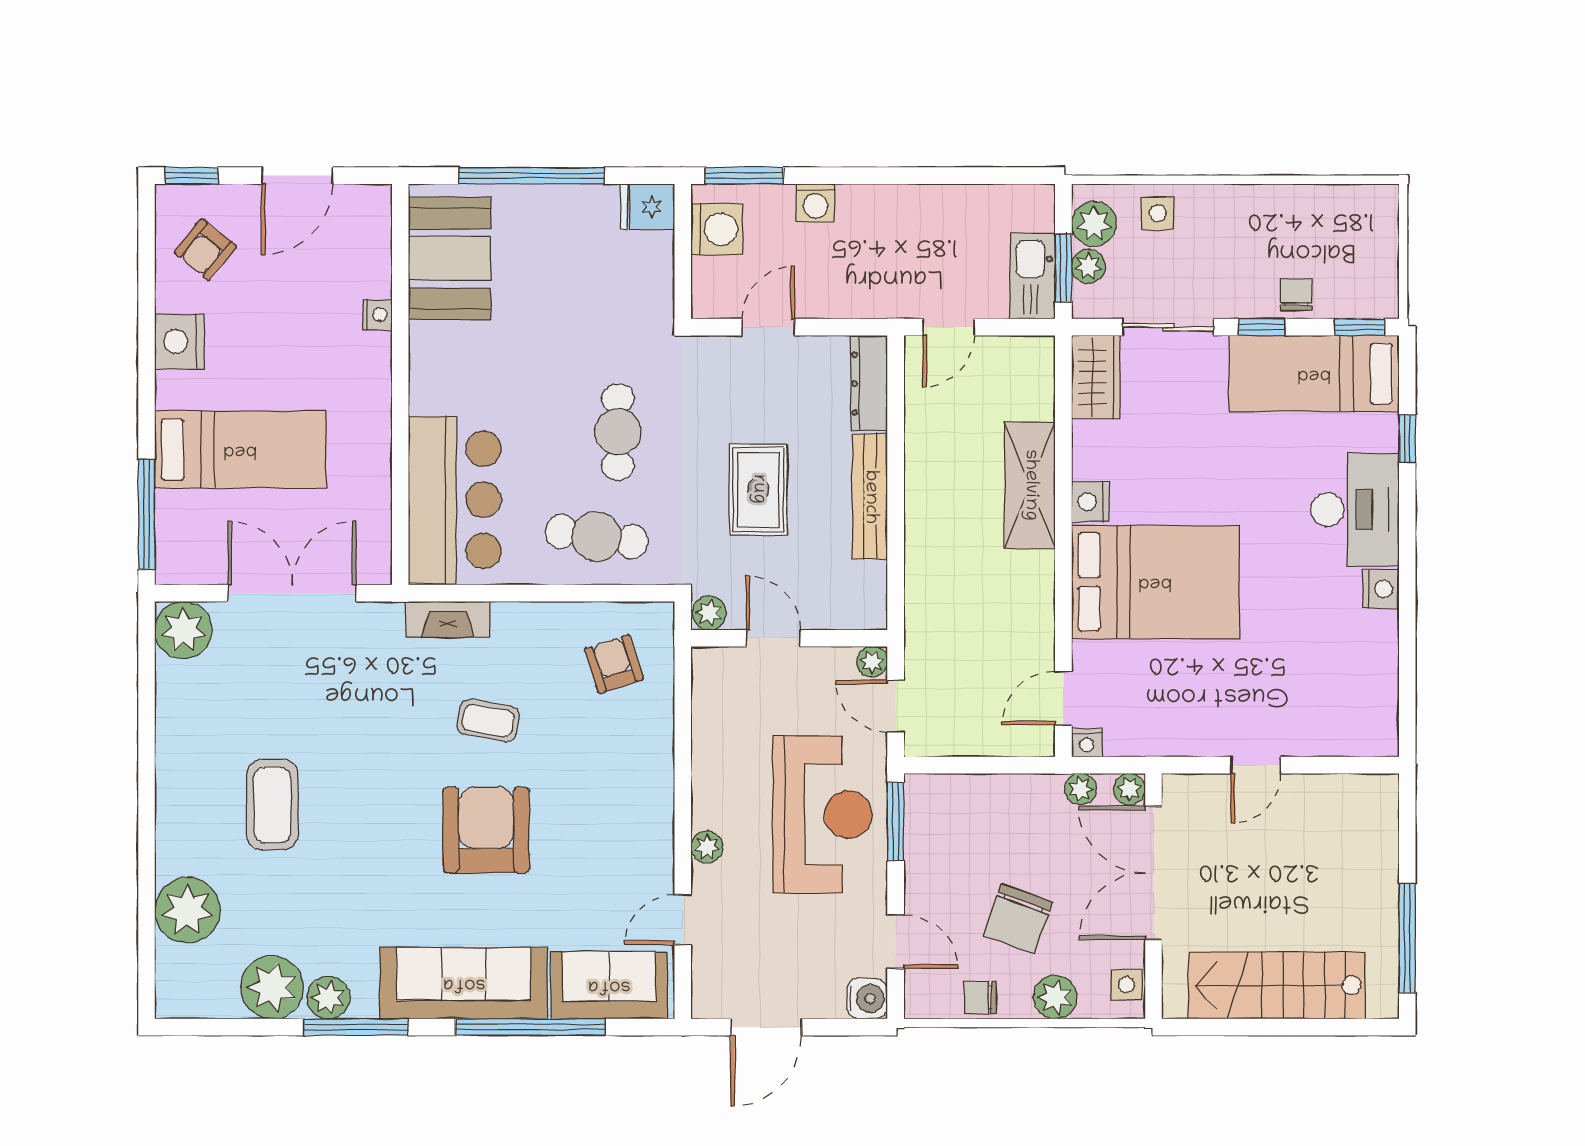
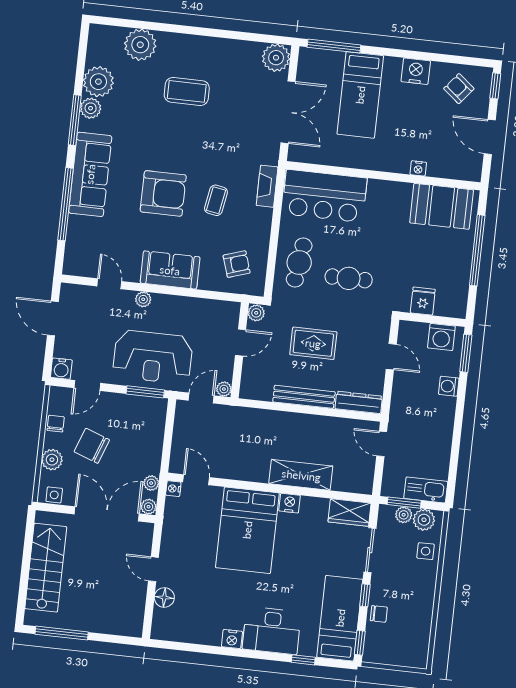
fridge: (647, 207) -> (423, 301), moved
kitchen sink: (1033, 276) -> (426, 490), moved
floor lamp: (1311, 737) -> (164, 597), added
sofa: (609, 985) -> (170, 270), moved, turned -90

